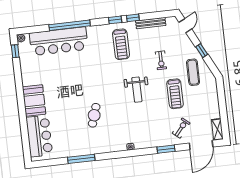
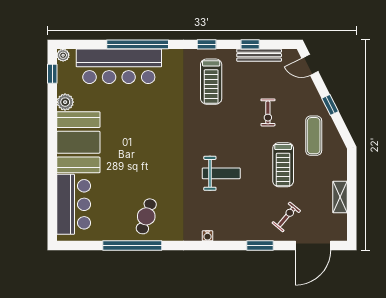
window: (133, 18) -> (250, 44), moved
door: (185, 26) -> (310, 65), swing flipped
plant: (26, 69) -> (65, 102), added
weight bench: (137, 90) -> (221, 173), moved, turned -90
booth: (34, 100) -> (78, 142), width x1.36, depth x1.42
cafe table: (94, 115) -> (146, 216), moved
shelving: (217, 129) -> (340, 197), moved
window: (81, 159) -> (132, 246), width x1.46

